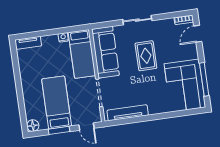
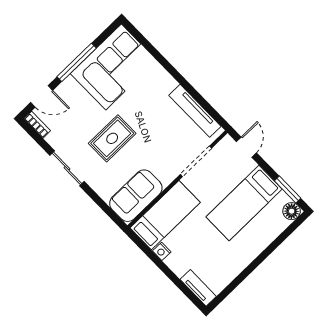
sliding door: (137, 20) -> (67, 168), moved
sofa: (105, 52) -> (136, 196), width x0.73
window: (204, 79) -> (77, 62), moved
window: (59, 130) -> (288, 190), moved

